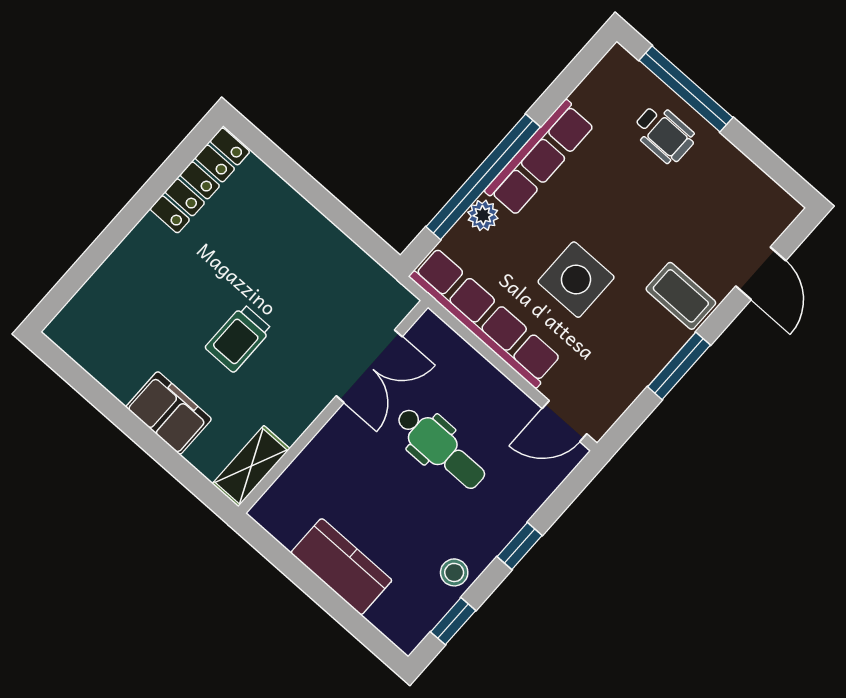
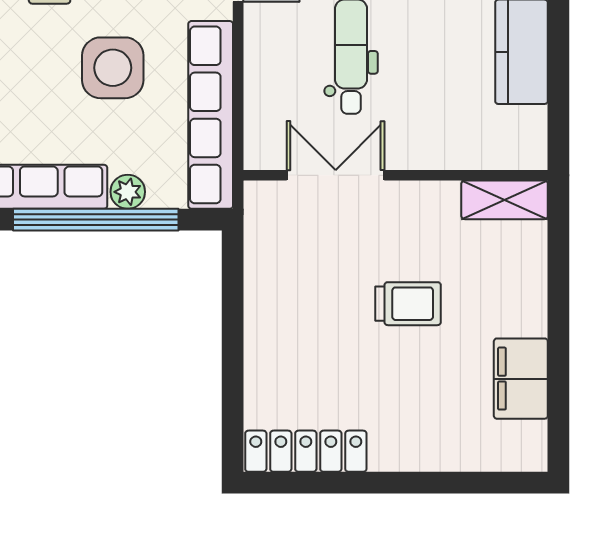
filing cabinet: (169, 413) -> (521, 379), moved

